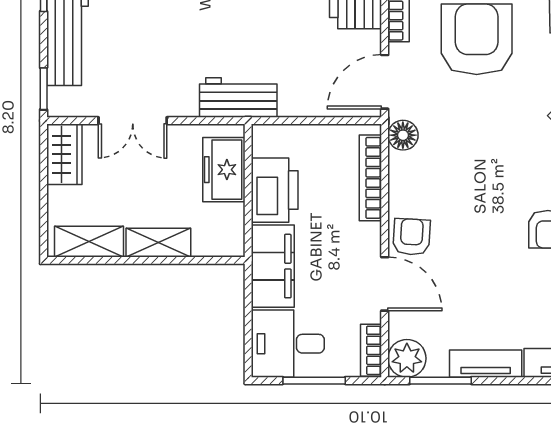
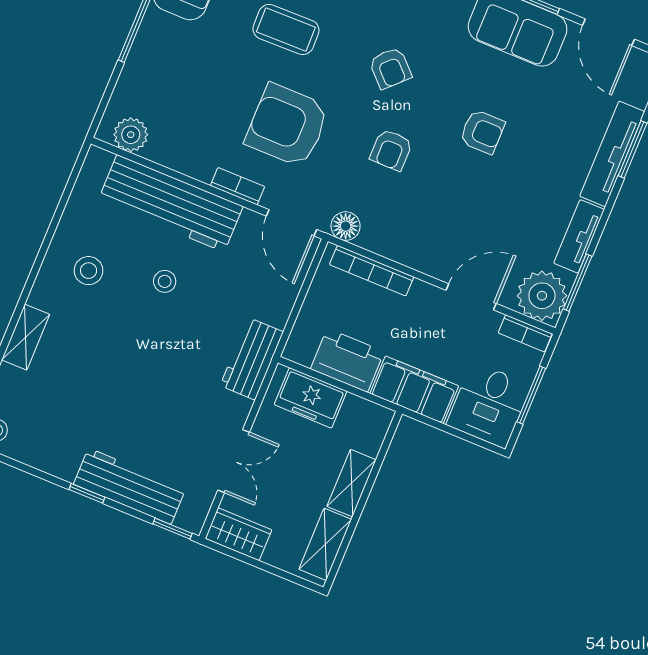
armchair: (412, 237) -> (391, 150), moved, turned -93
plant: (407, 358) -> (542, 296), width x1.36, depth x1.36

